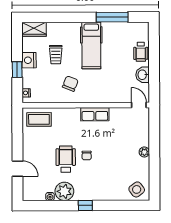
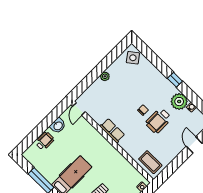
chair: (70, 84) -> (108, 165), removed

